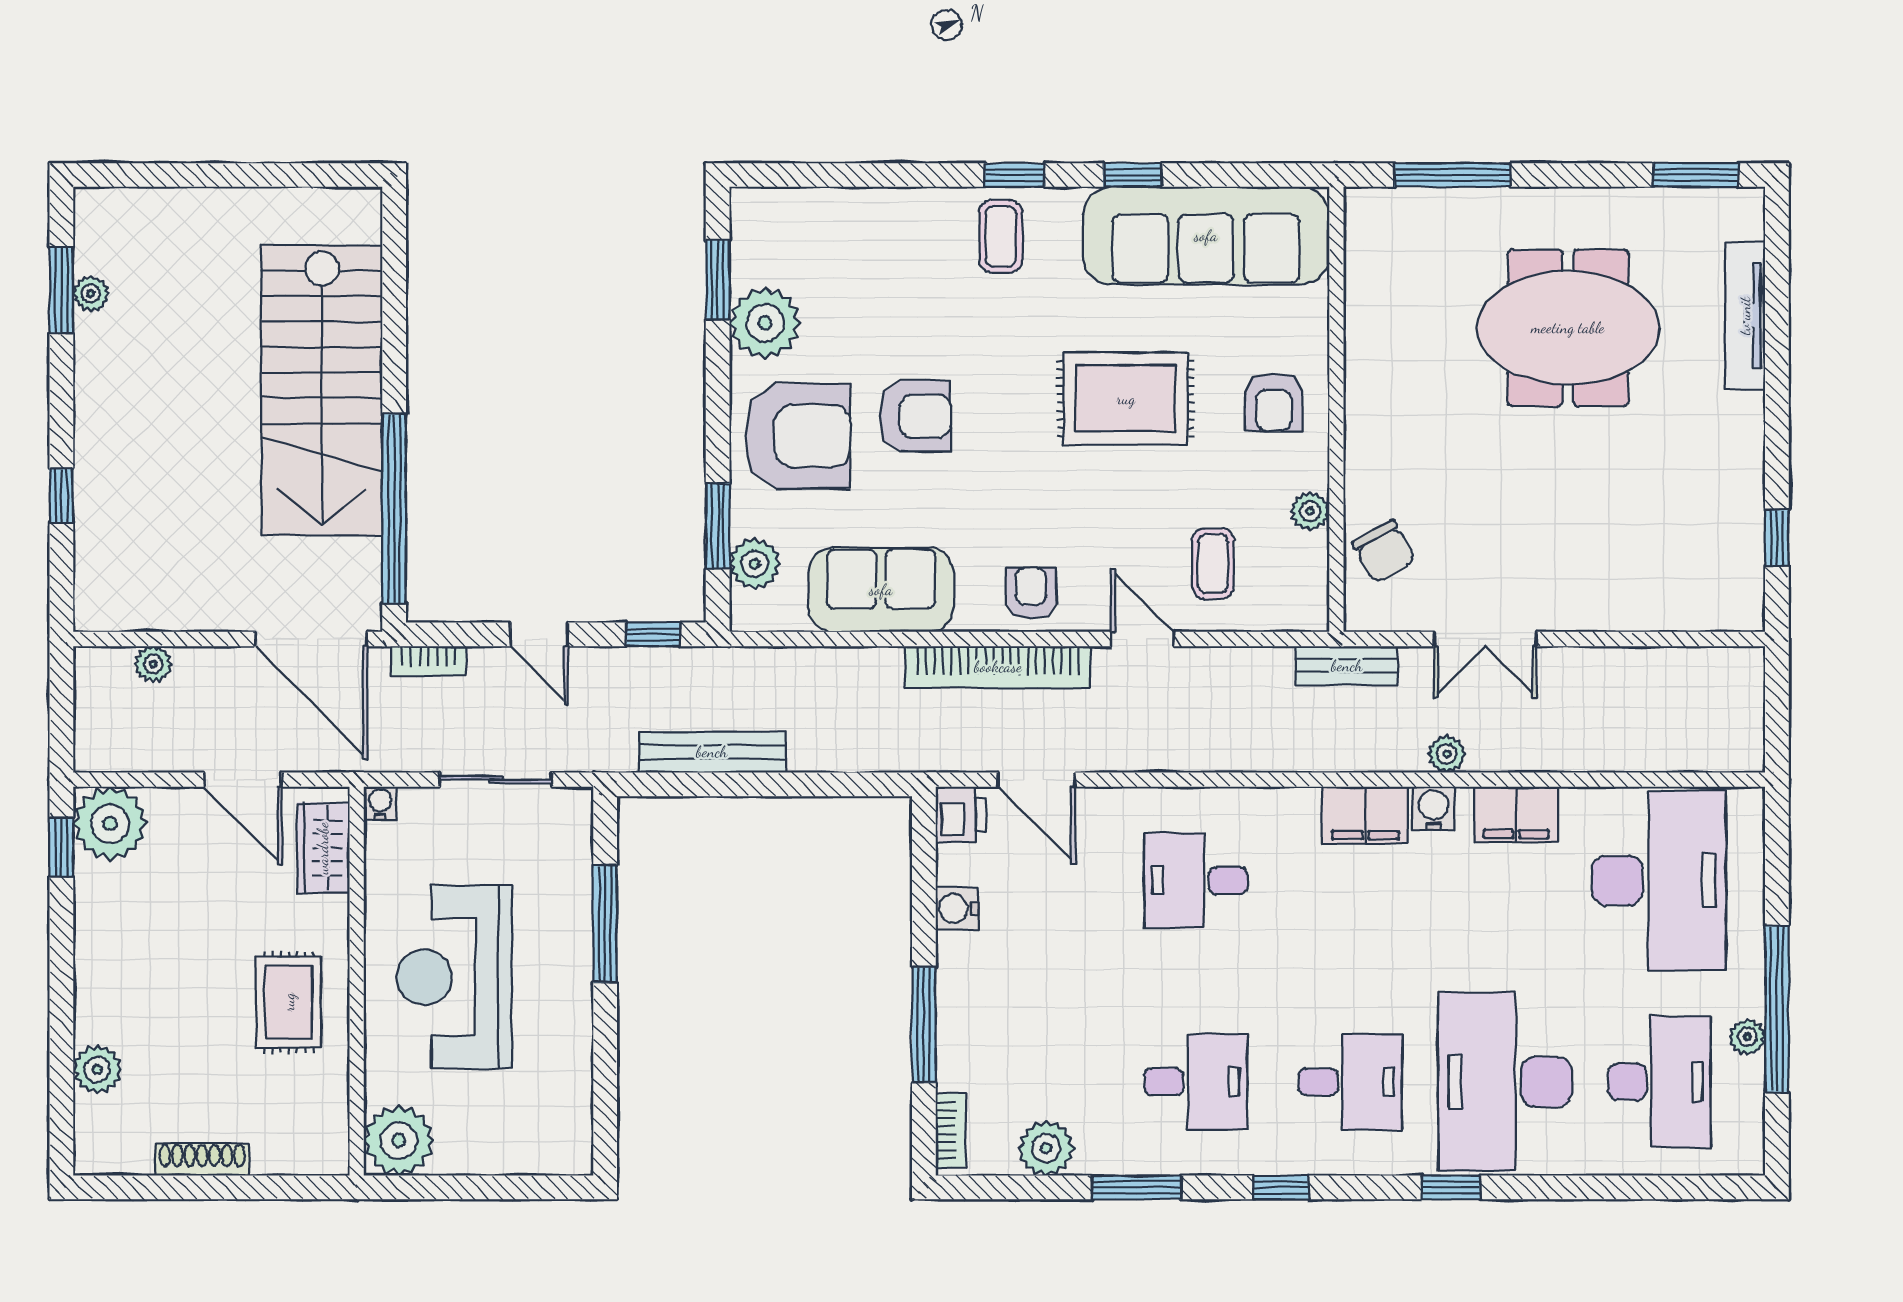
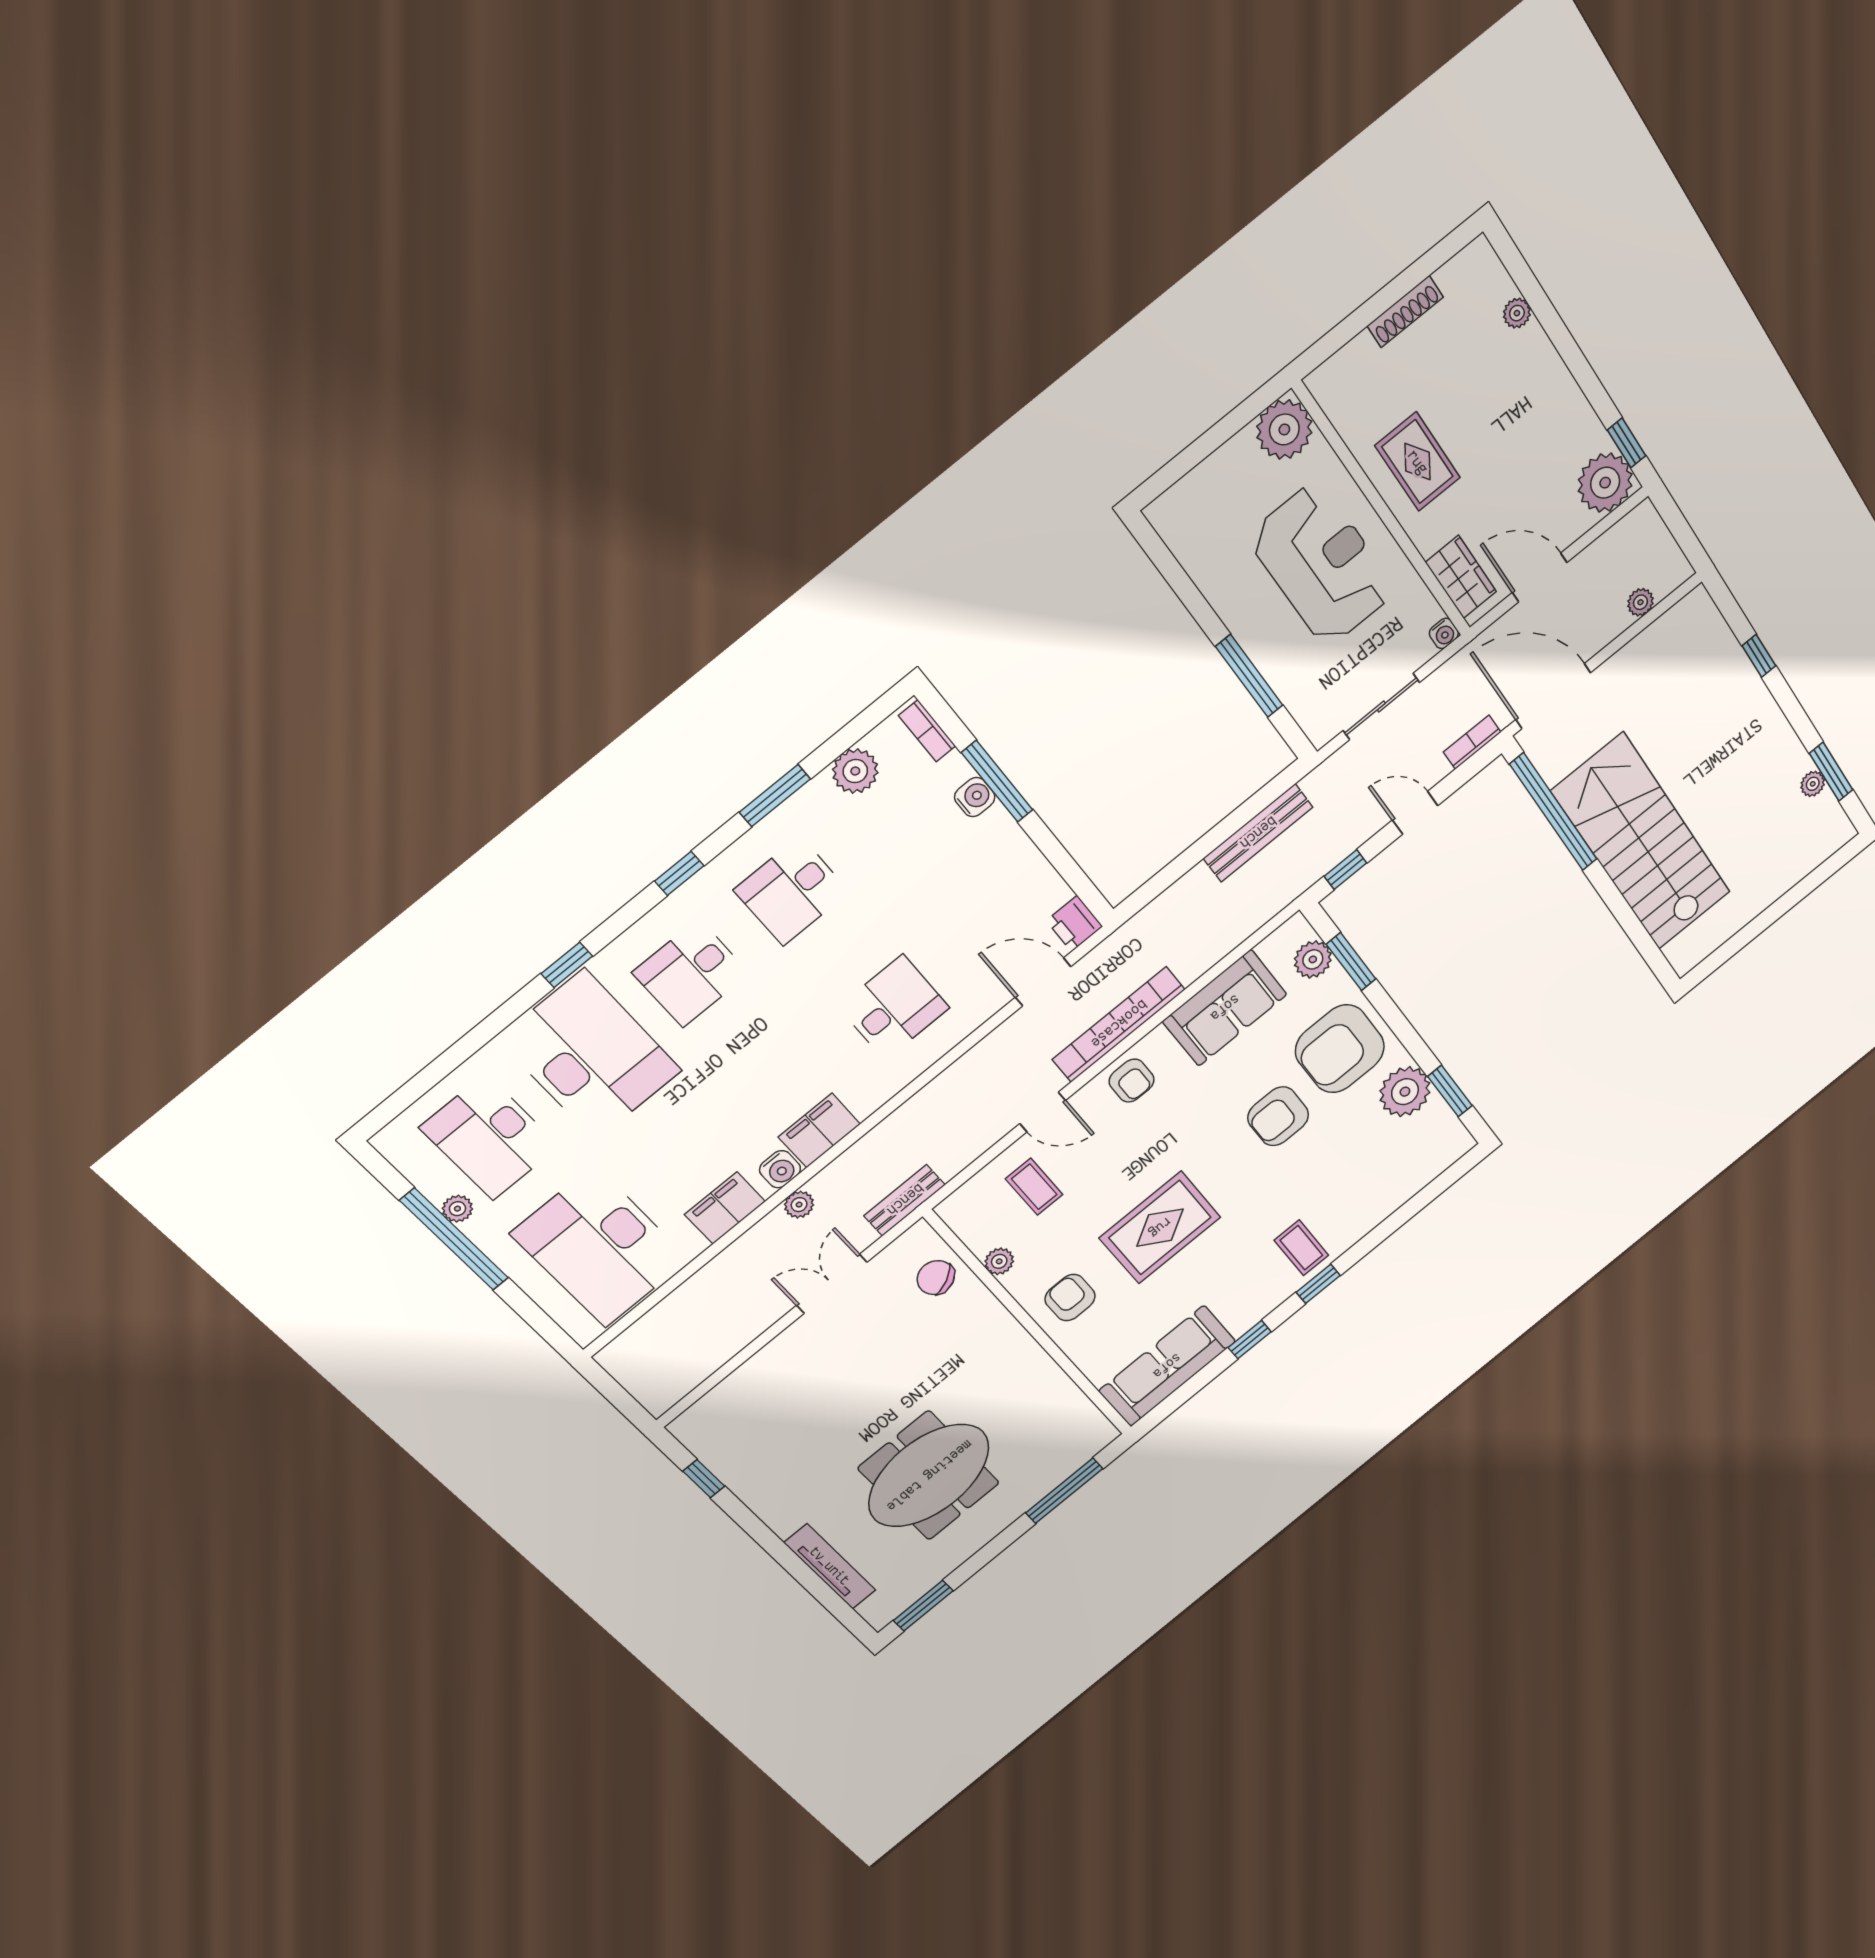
sofa: (1206, 236) -> (1167, 1366), width x0.74, depth x0.79
water cooler: (957, 908) -> (975, 797), moved
plant: (97, 1069) -> (1517, 313), width x0.73, depth x0.73

